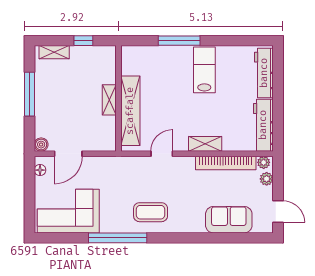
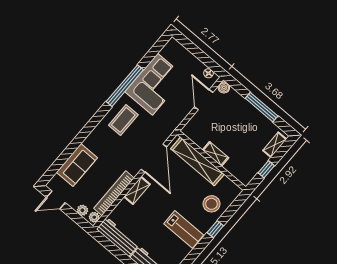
window: (179, 41) -> (215, 229), width x0.46
stool: (159, 64) -> (211, 204), added
door: (162, 154) -> (154, 158), width x1.87
corner sofa: (68, 211) -> (155, 84), moved

